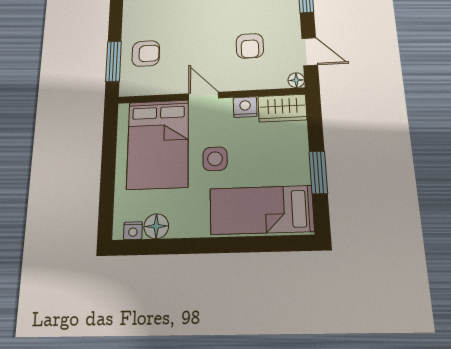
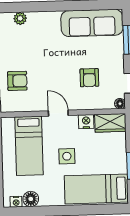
bed: (158, 144) -> (29, 146), width x0.67

